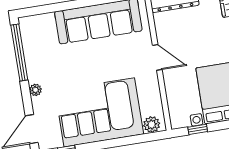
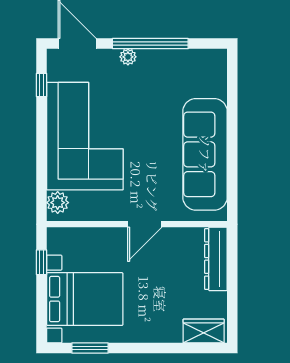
window: (19, 52) -> (150, 44), moved

